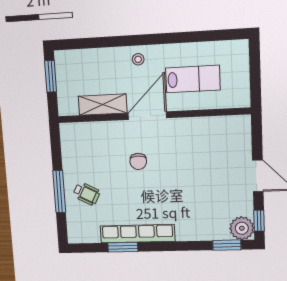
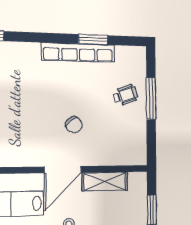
chair: (138, 161) -> (74, 125), turned 143
wheelchair: (87, 194) -> (125, 95), turned 134

